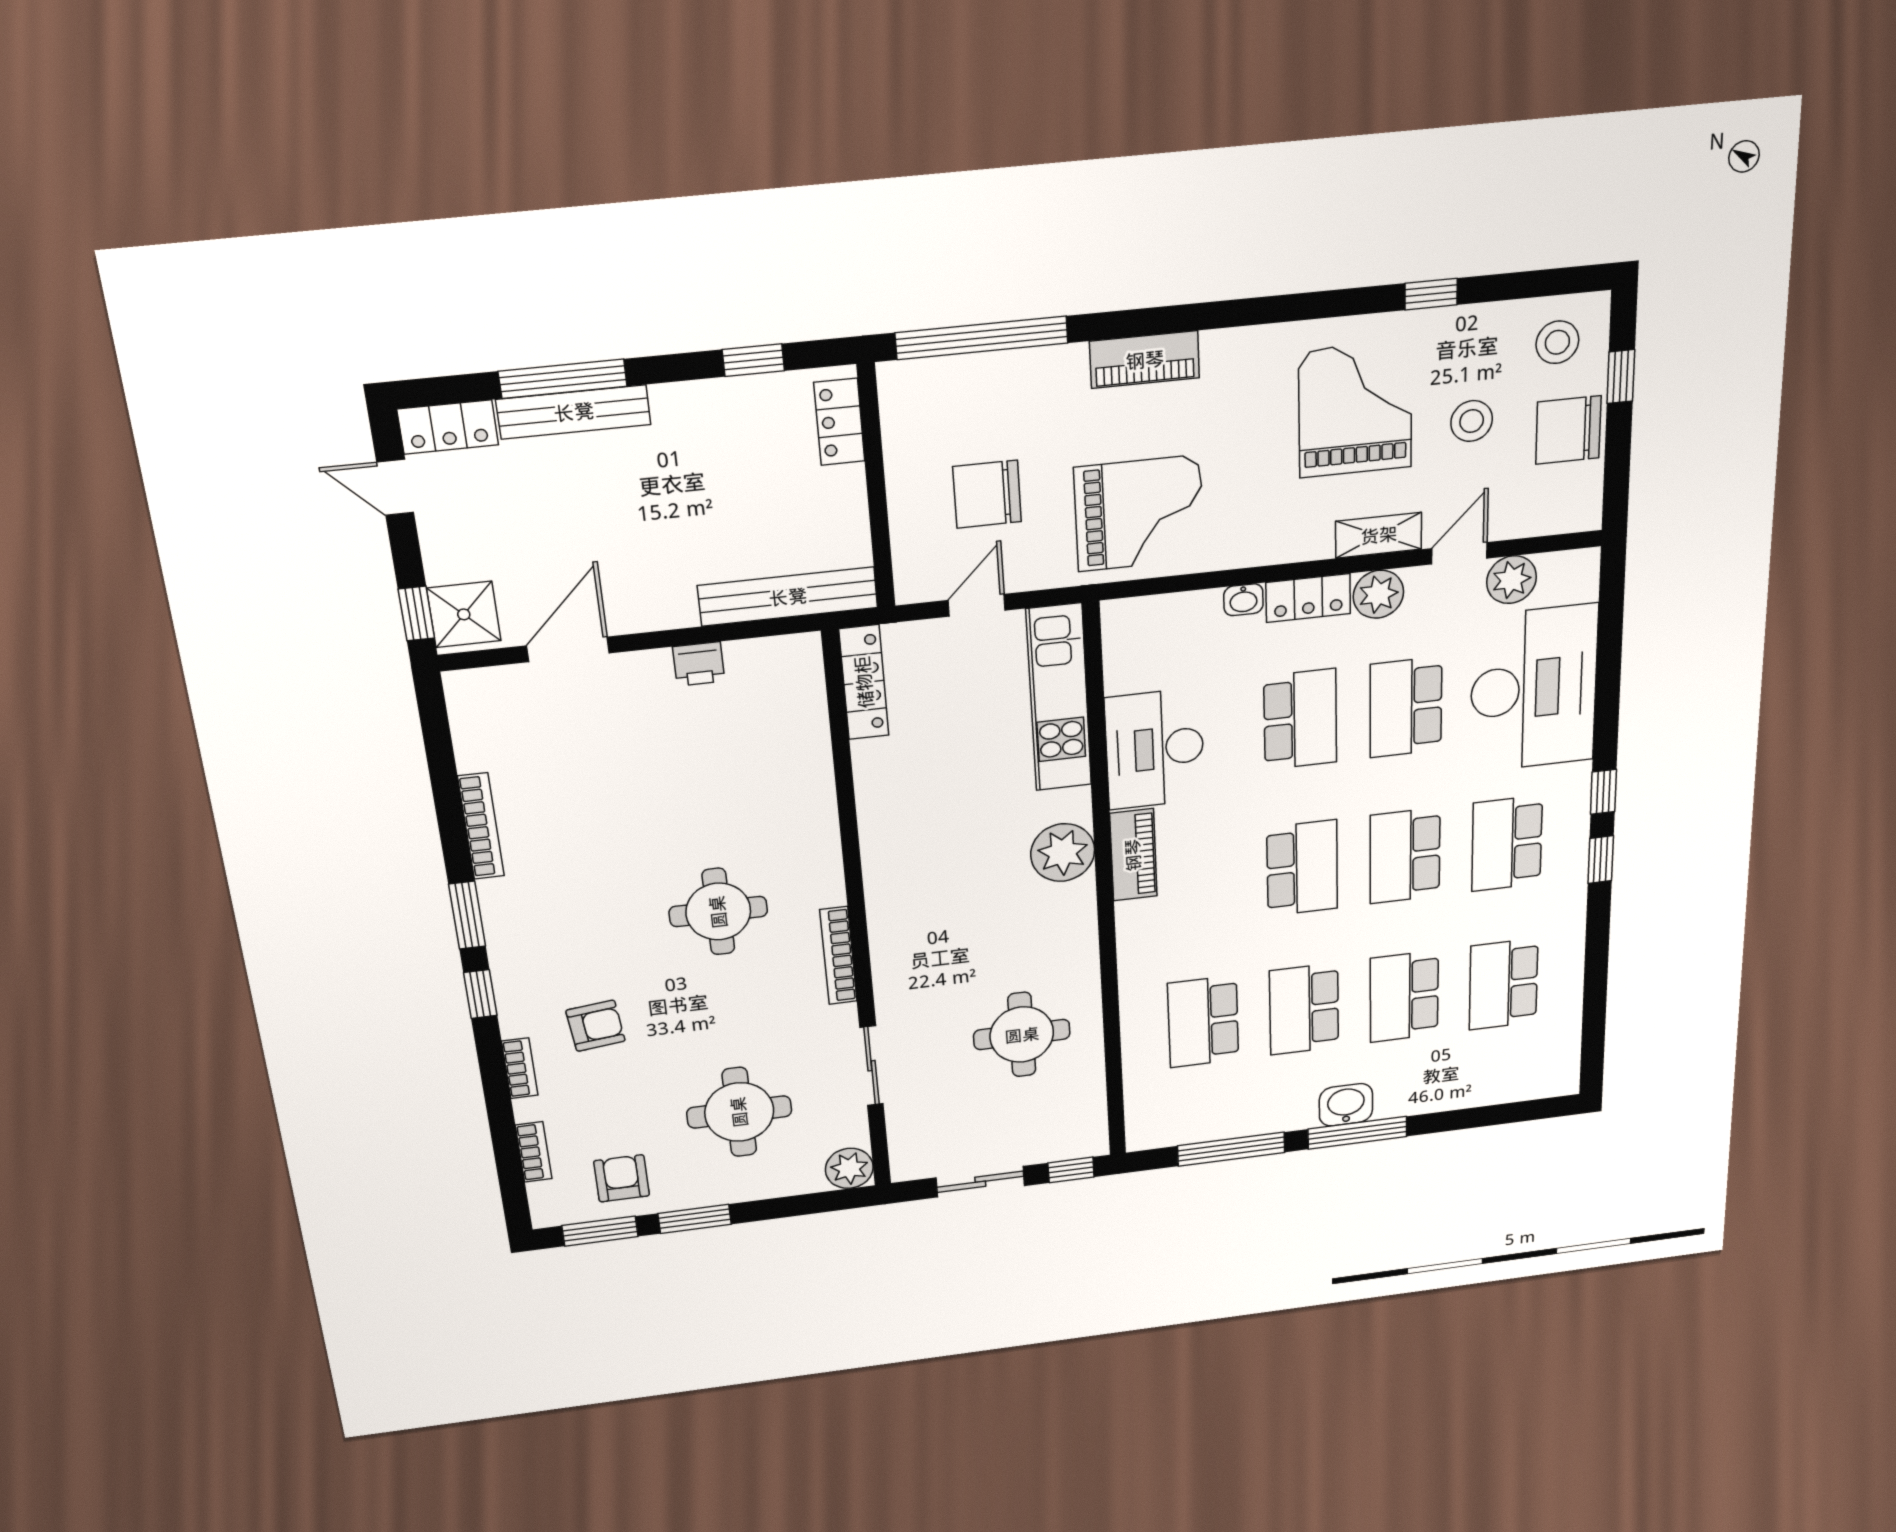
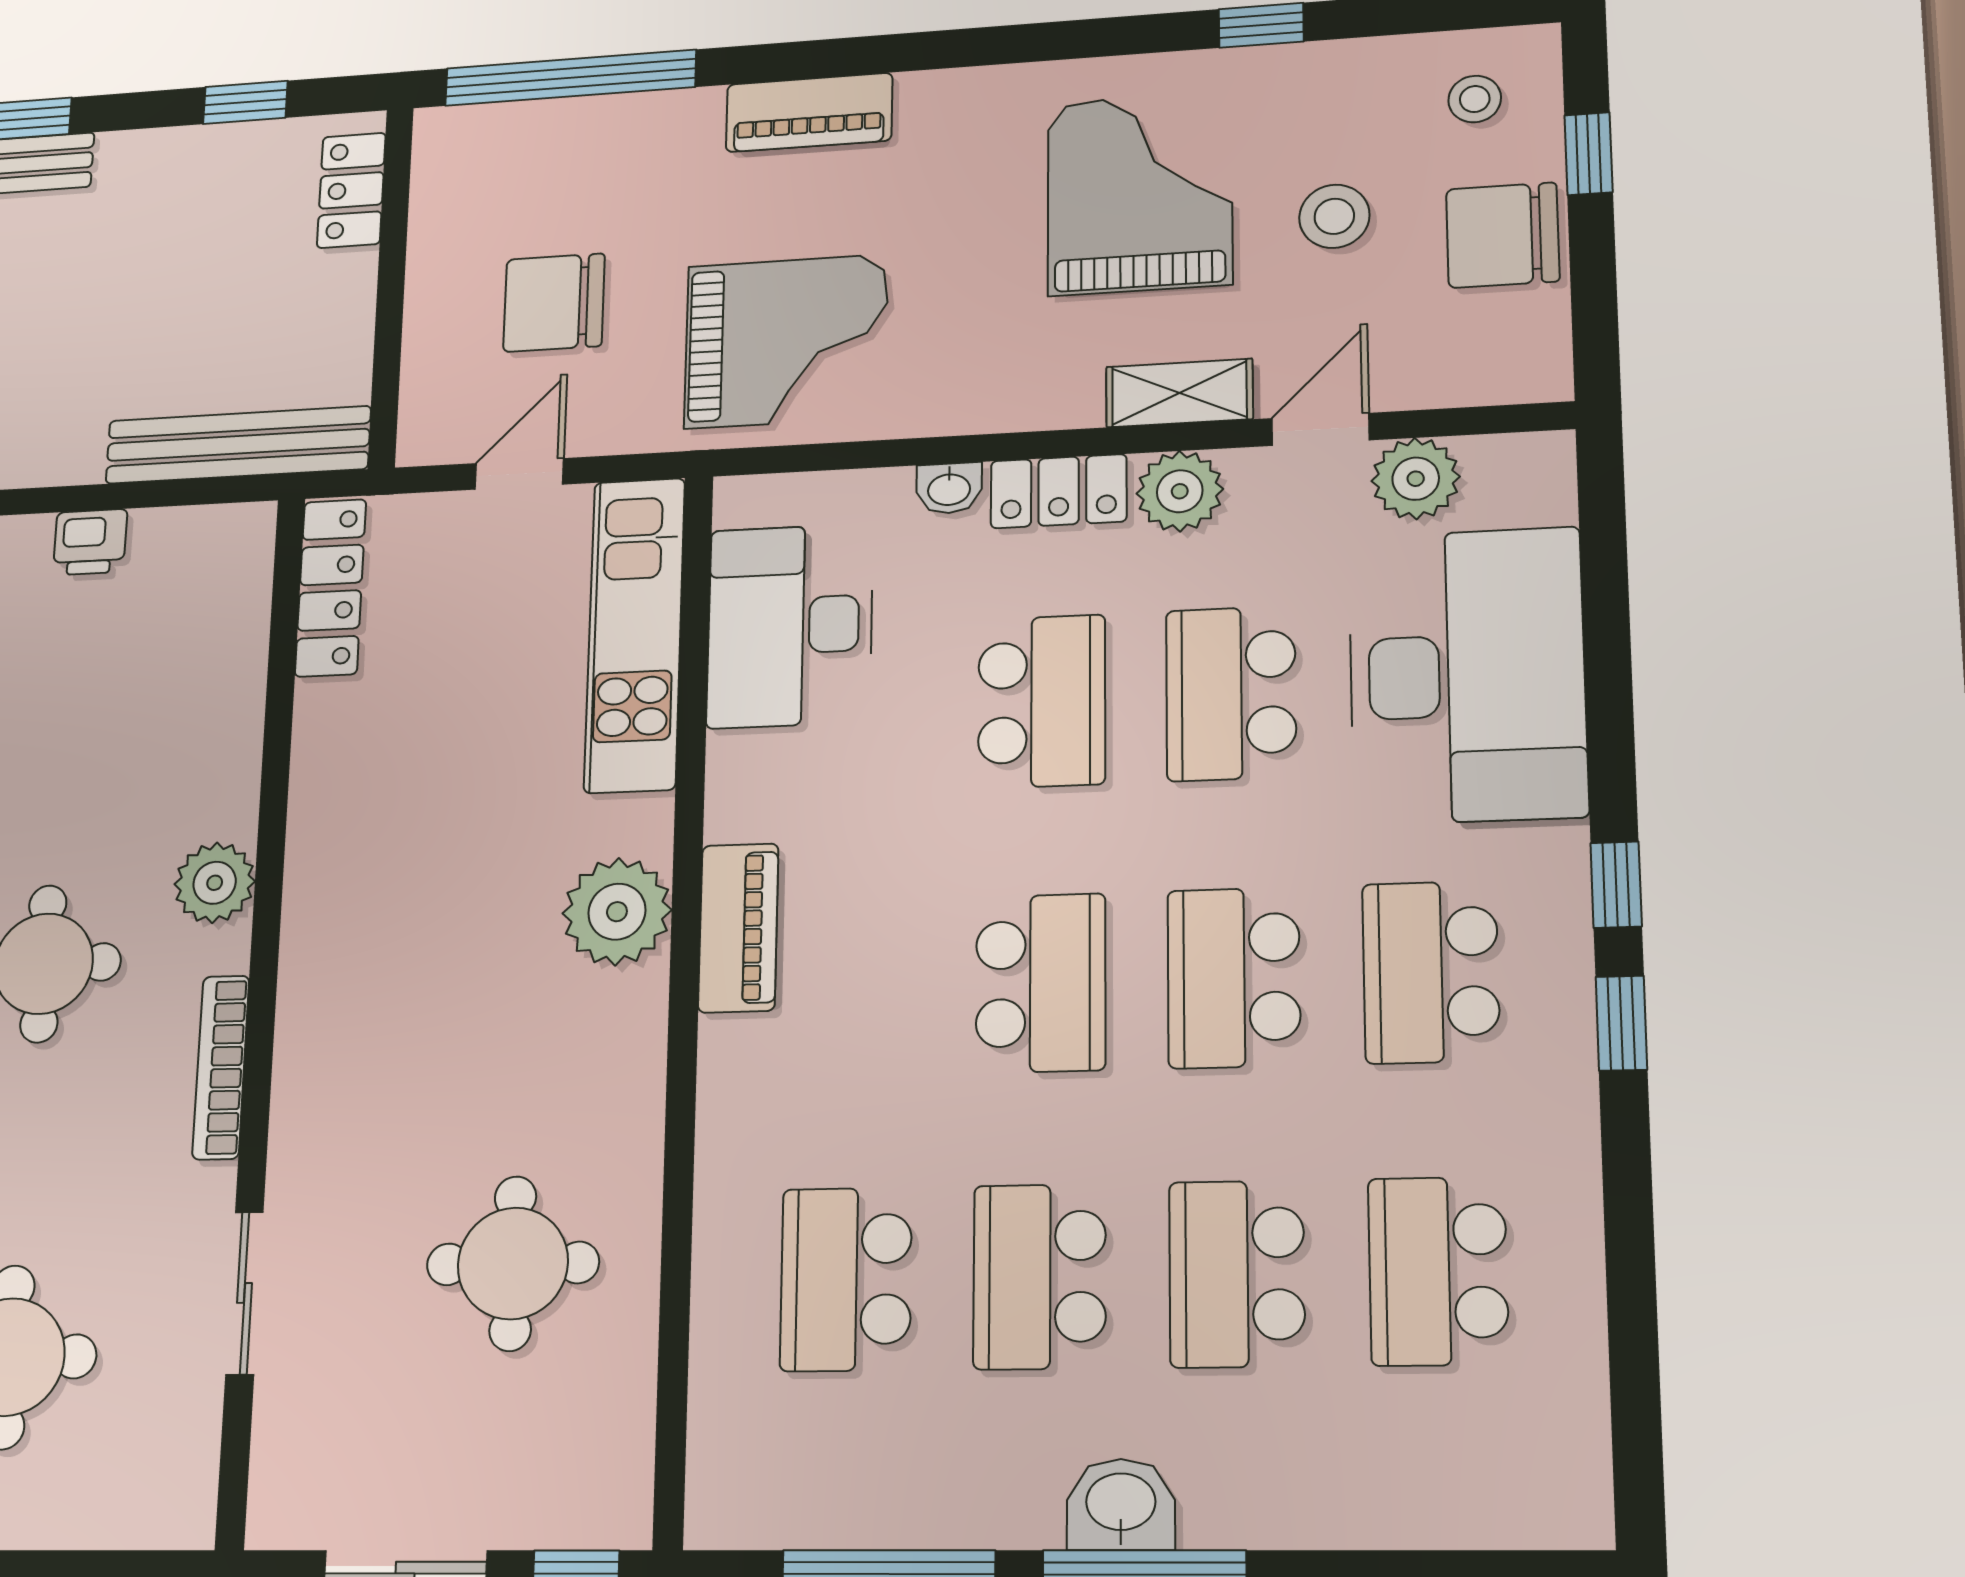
stool: (1557, 342) -> (1475, 99), width x0.73, depth x0.73
desk: (1155, 749) -> (790, 626), moved
plant: (849, 1168) -> (215, 883), moved

